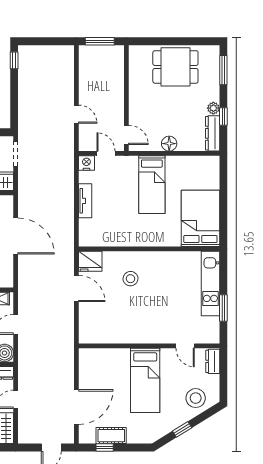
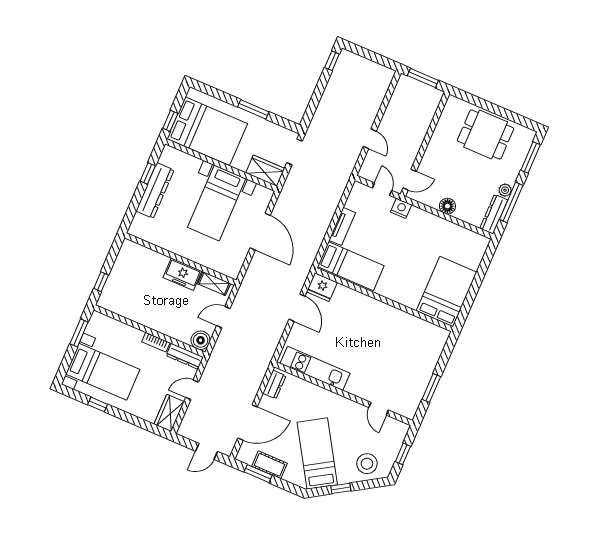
window: (223, 116) -> (511, 202), width x2.17
door: (126, 135) -> (410, 180), hinge flipped
nightstand: (86, 163) -> (401, 208), moved
bed: (152, 185) -> (351, 266), moved, turned -90
stool: (131, 279) -> (354, 321), removed
kitchen unit: (210, 284) -> (315, 368), moved, turned 90
dresser: (213, 361) -> (274, 385), moved, turned 180
window: (223, 376) -> (403, 454), added
bed: (145, 380) -> (317, 453), moved, turned 148
window: (105, 448) -> (258, 474), width x1.50

